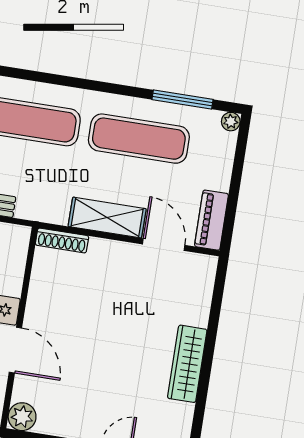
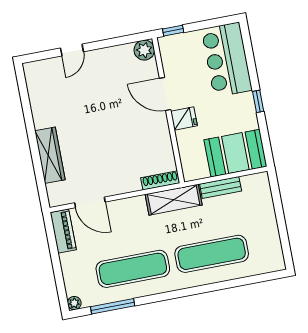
shelving: (107, 218) -> (174, 200), moved
wardrobe: (187, 364) -> (50, 155), moved

